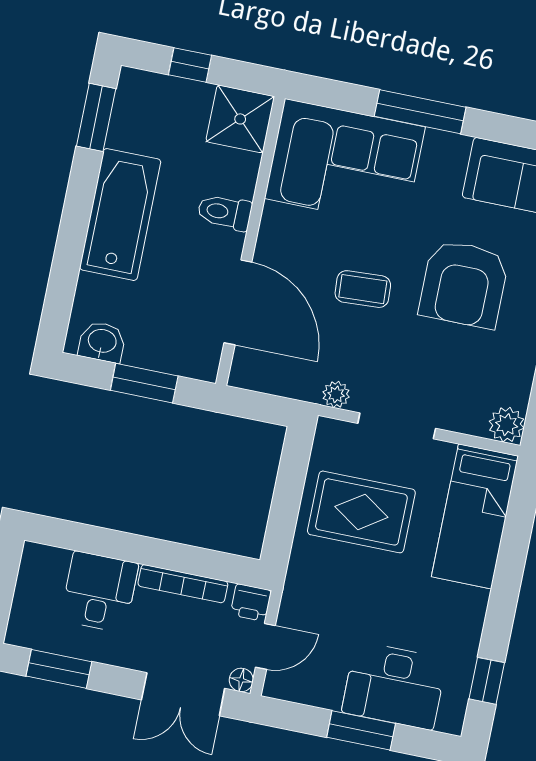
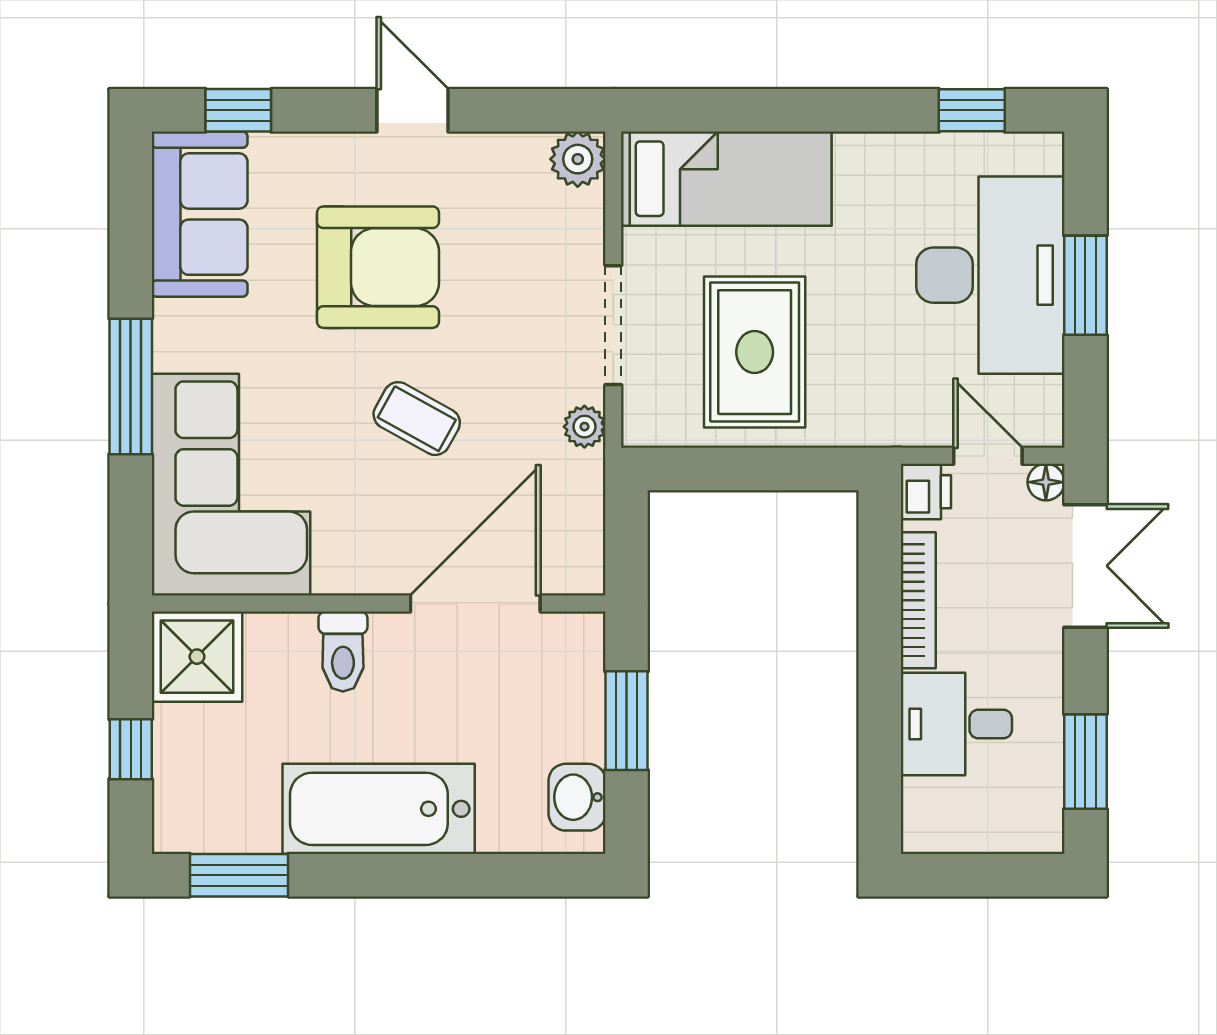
coffee table: (363, 289) -> (417, 419), turned -58
desk: (394, 686) -> (990, 275), width x1.36, depth x1.30

